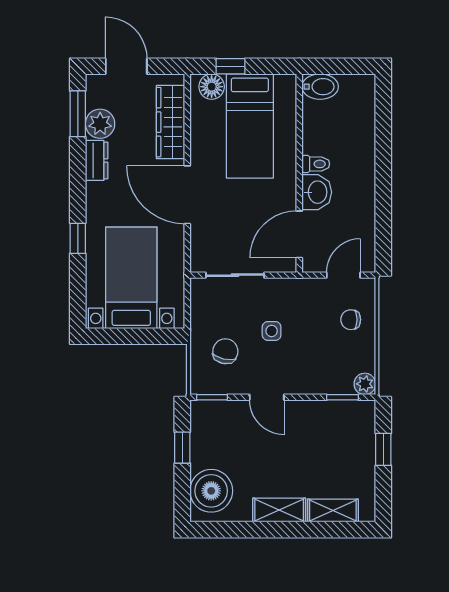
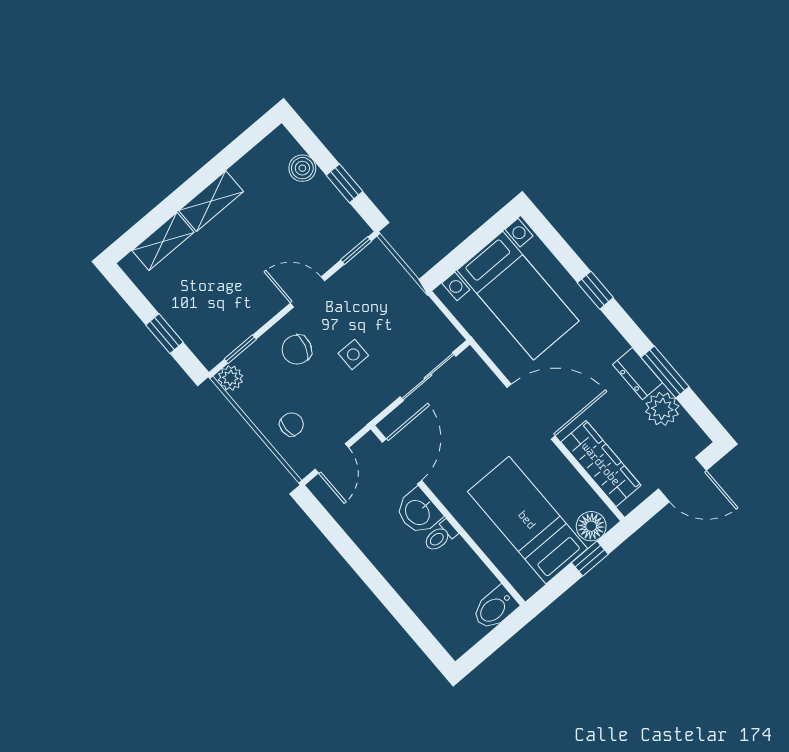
window: (78, 114) -> (665, 372), moved
chair: (225, 351) -> (297, 350), moved, turned 93
boiler: (211, 491) -> (302, 168), width x0.54, depth x0.54

